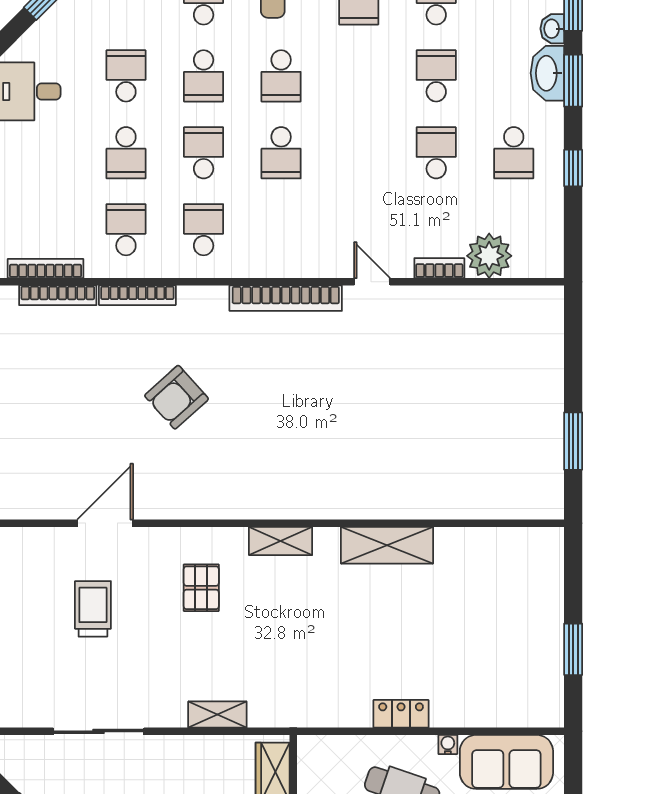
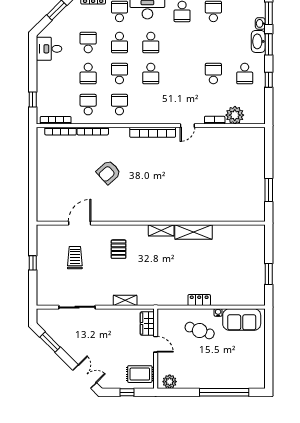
school desk: (436, 76) -> (213, 42), removed
door: (372, 282) -> (187, 126), swing flipped
shelving: (281, 541) -> (161, 230), moved

